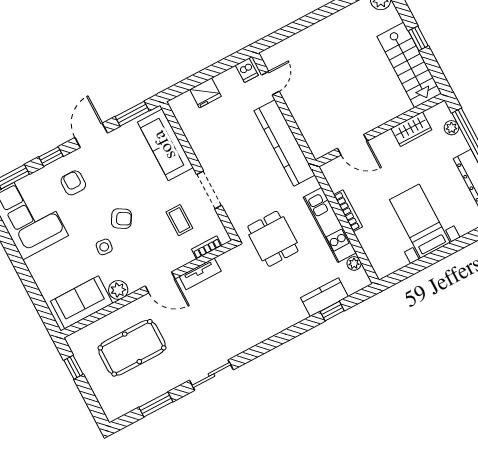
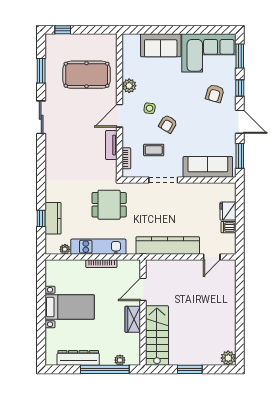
window: (418, 38) -> (190, 369), width x1.50
stairs: (409, 65) -> (157, 336), moved, turned 90
dishwasher: (247, 70) -> (228, 227), moved
door: (270, 83) -> (212, 257), hinge flipped
wardrobe: (411, 129) -> (133, 319), moved
armchair: (73, 183) -> (215, 93), turned 106
armchair: (121, 219) -> (168, 124), moved
side table: (104, 247) -> (150, 108), moved
sofa: (82, 302) -> (161, 45), moved, turned 90
pool table: (132, 348) -> (87, 75), turned 90
window: (74, 367) -> (63, 30), moved

